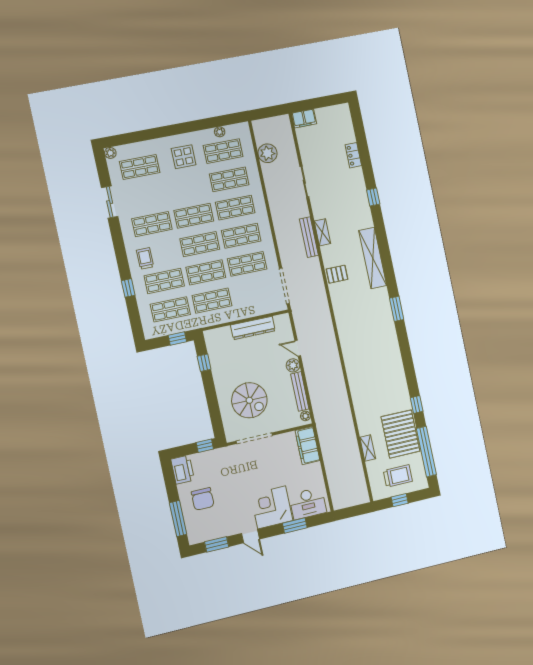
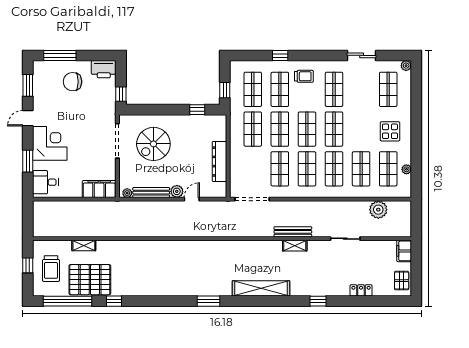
pallet: (337, 274) -> (402, 281), moved
desk: (308, 503) -> (45, 182), width x0.73

